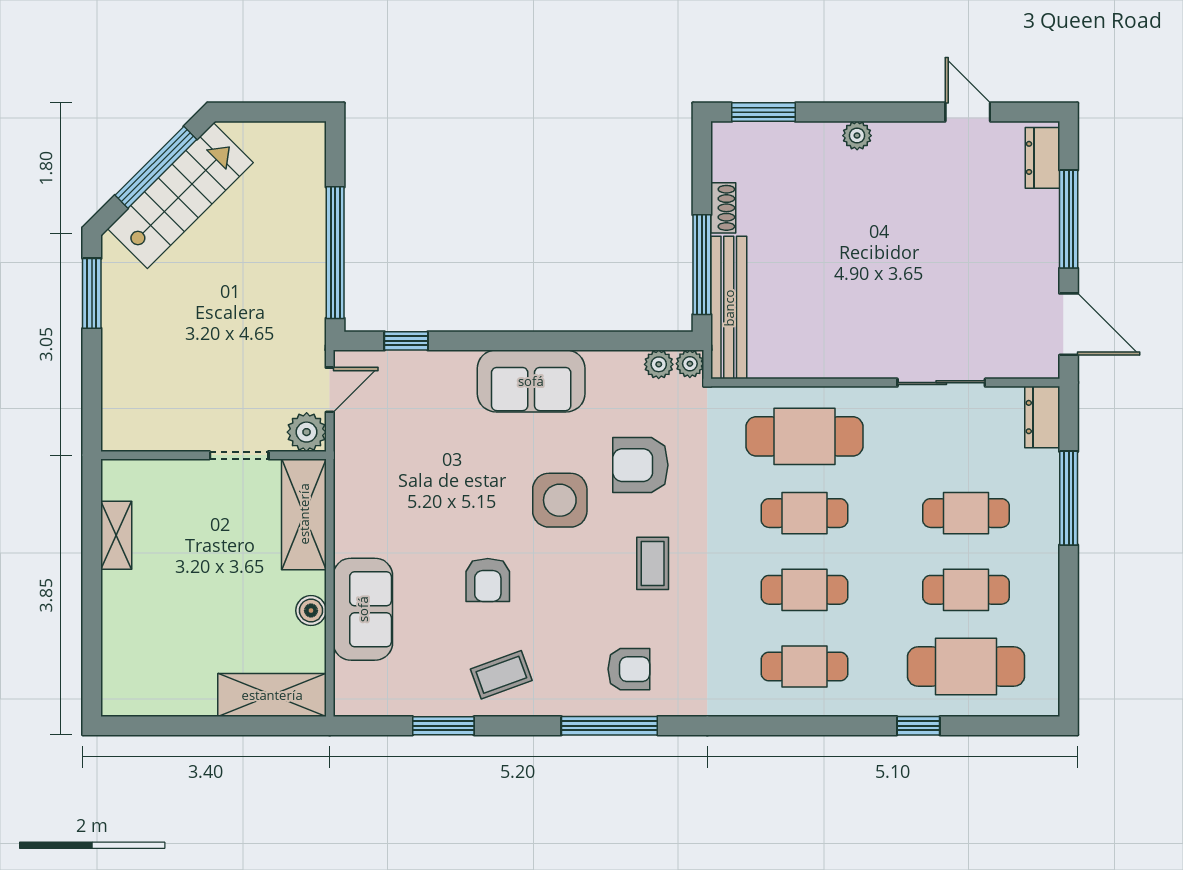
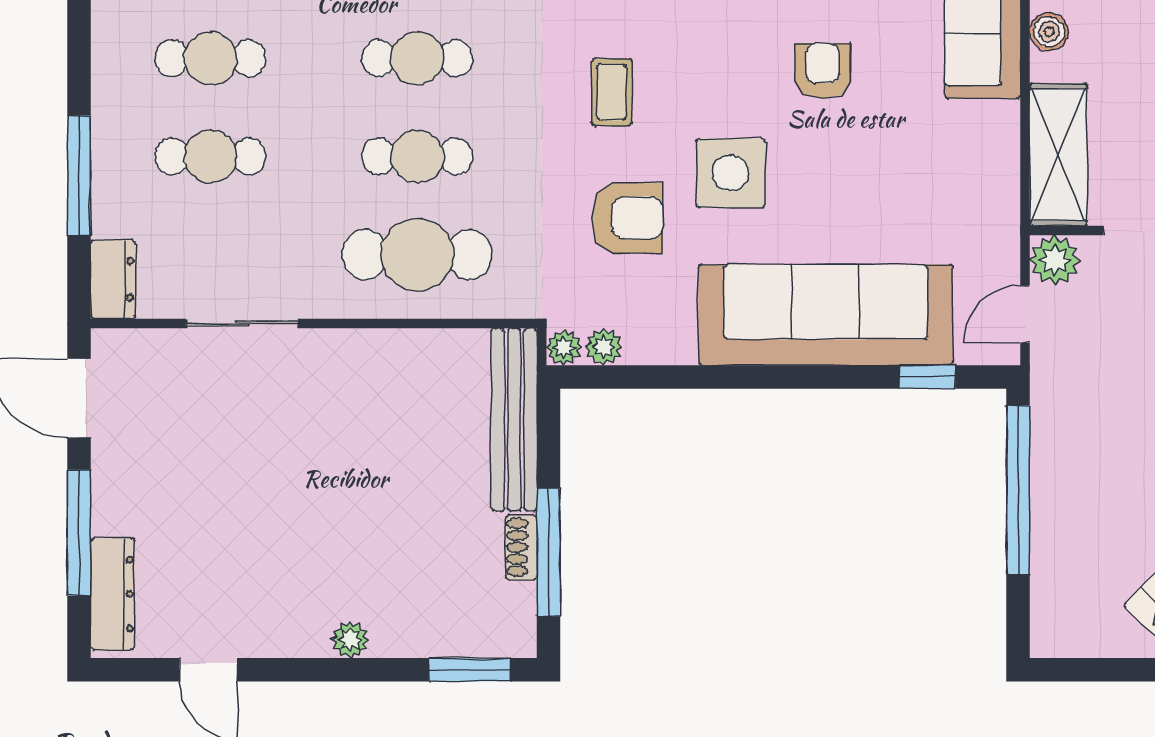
dresser: (1042, 158) -> (113, 594), width x1.44
window: (702, 265) -> (549, 552), moved
sofa: (531, 381) -> (826, 315), width x1.85, depth x1.27

